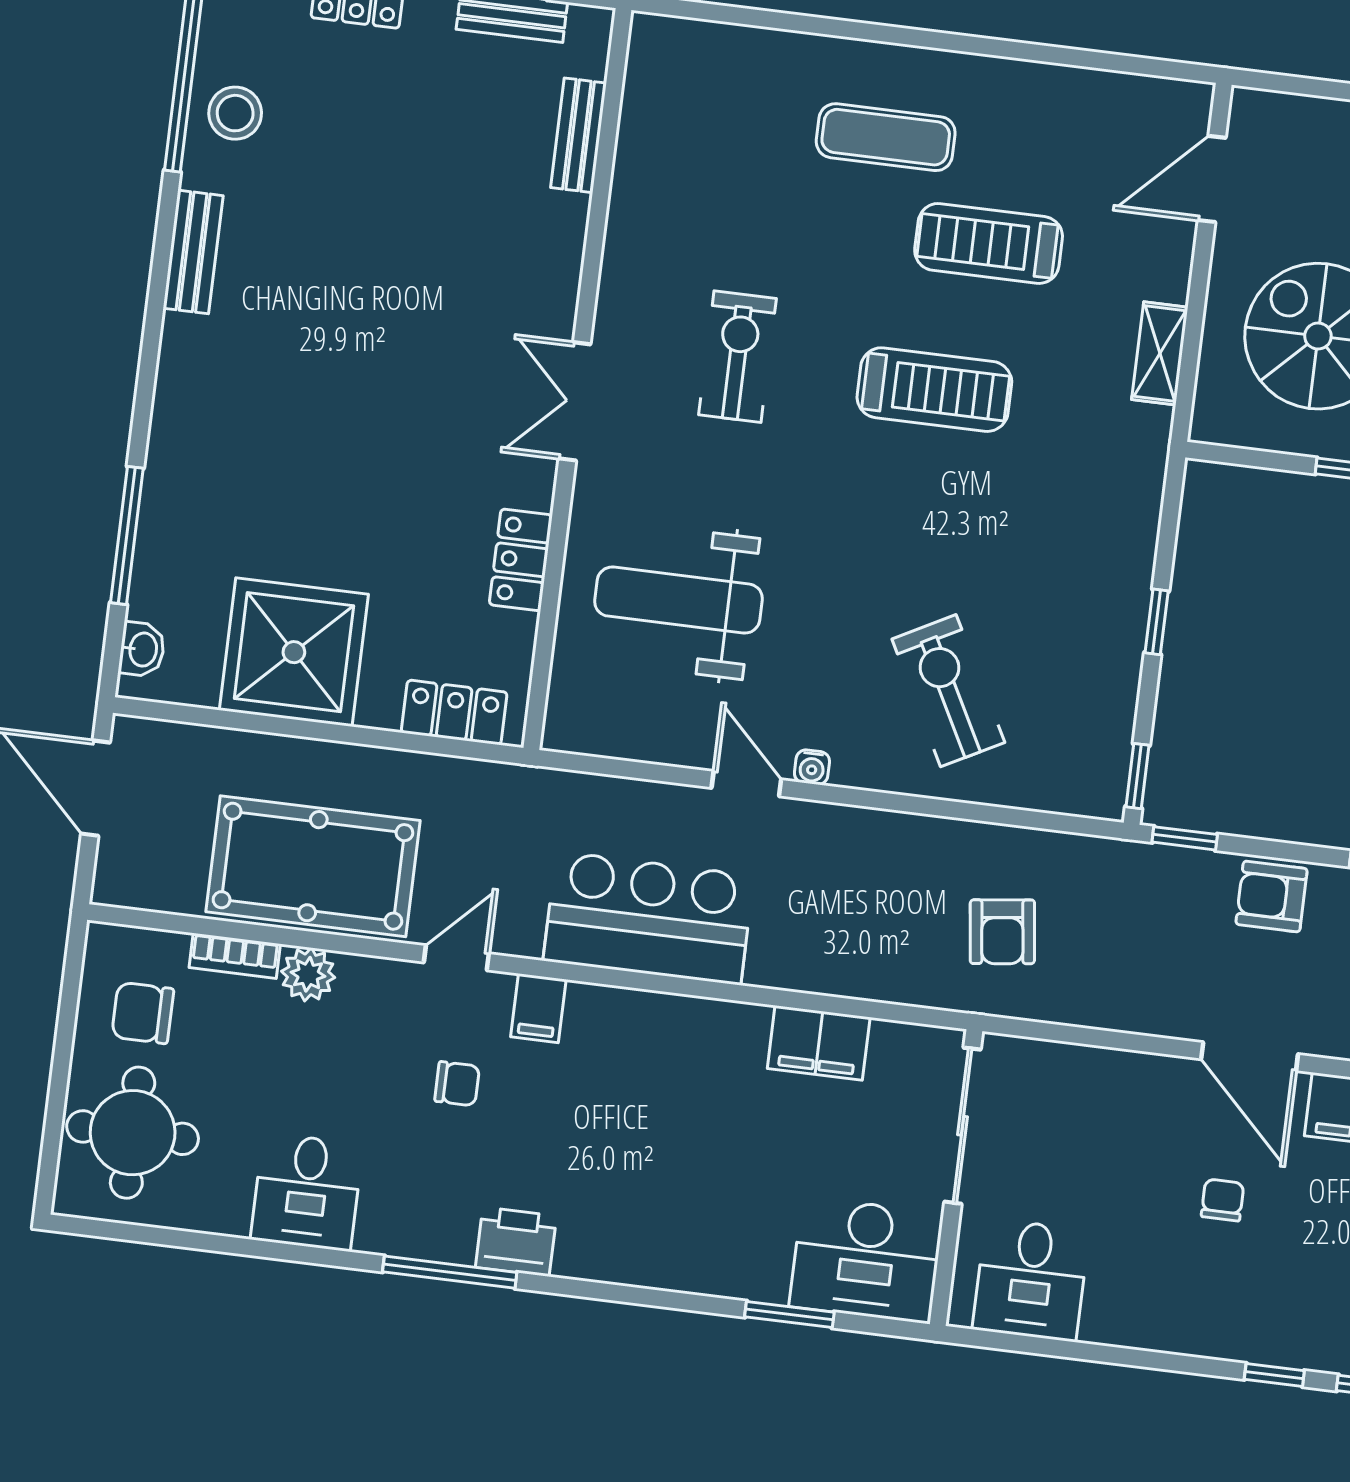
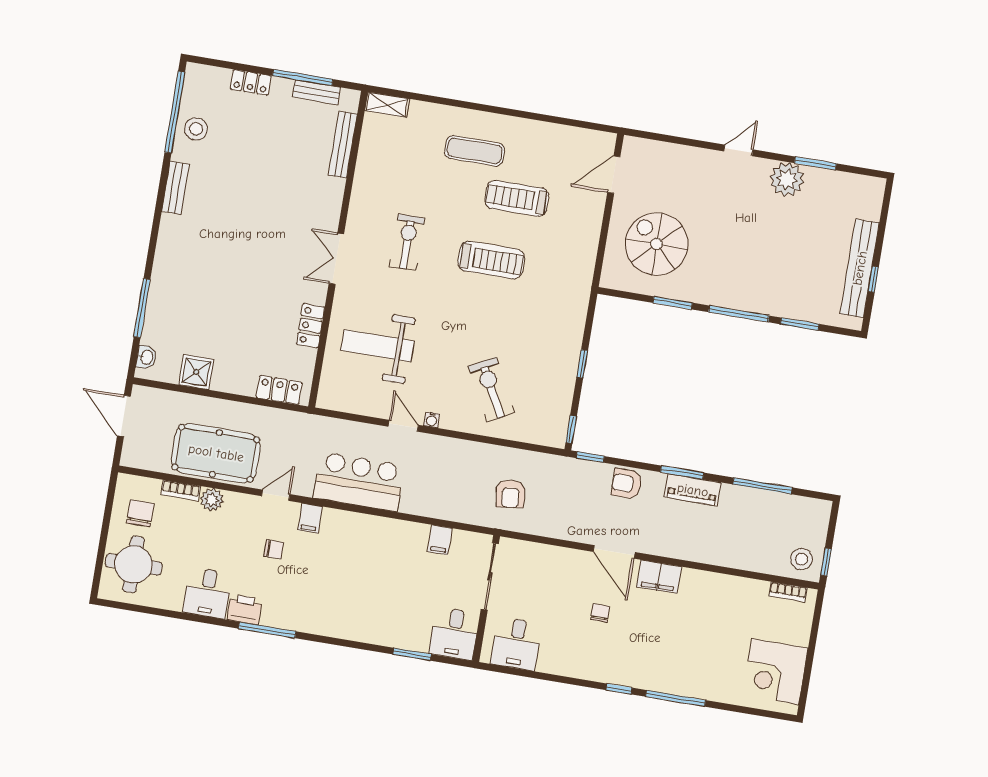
bench: (579, 135) -> (343, 145), width x1.36
shelving: (1160, 353) -> (387, 105), moved, turned 90
shower: (294, 652) -> (196, 372), width x0.54, depth x0.54
chair: (143, 1013) -> (140, 513), turned 90
filing cabinet: (819, 1043) -> (440, 540), width x0.50
printer: (516, 1242) -> (244, 609), moved
desk: (866, 1260) -> (454, 634), width x0.73

